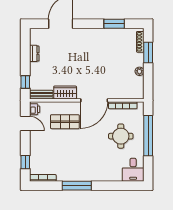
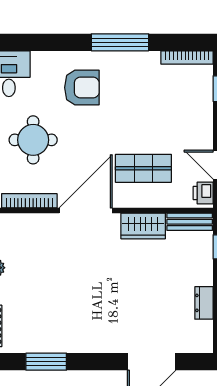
armchair: (96, 163) -> (82, 88), added

